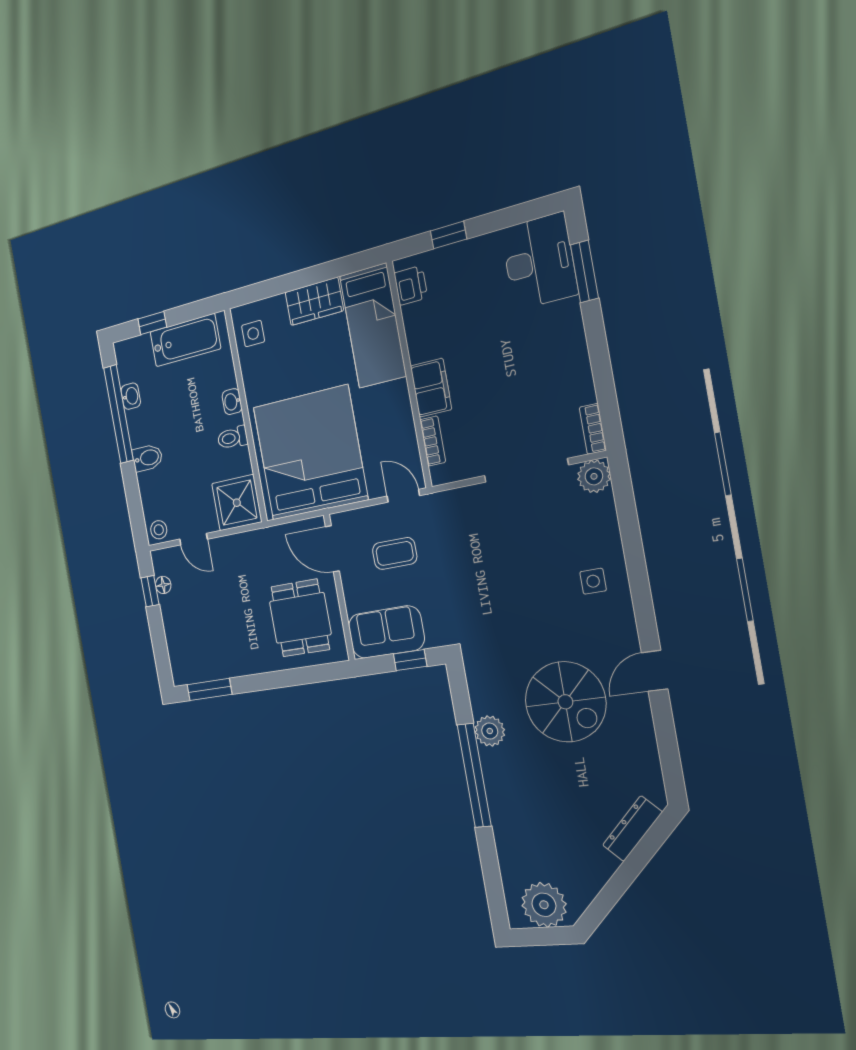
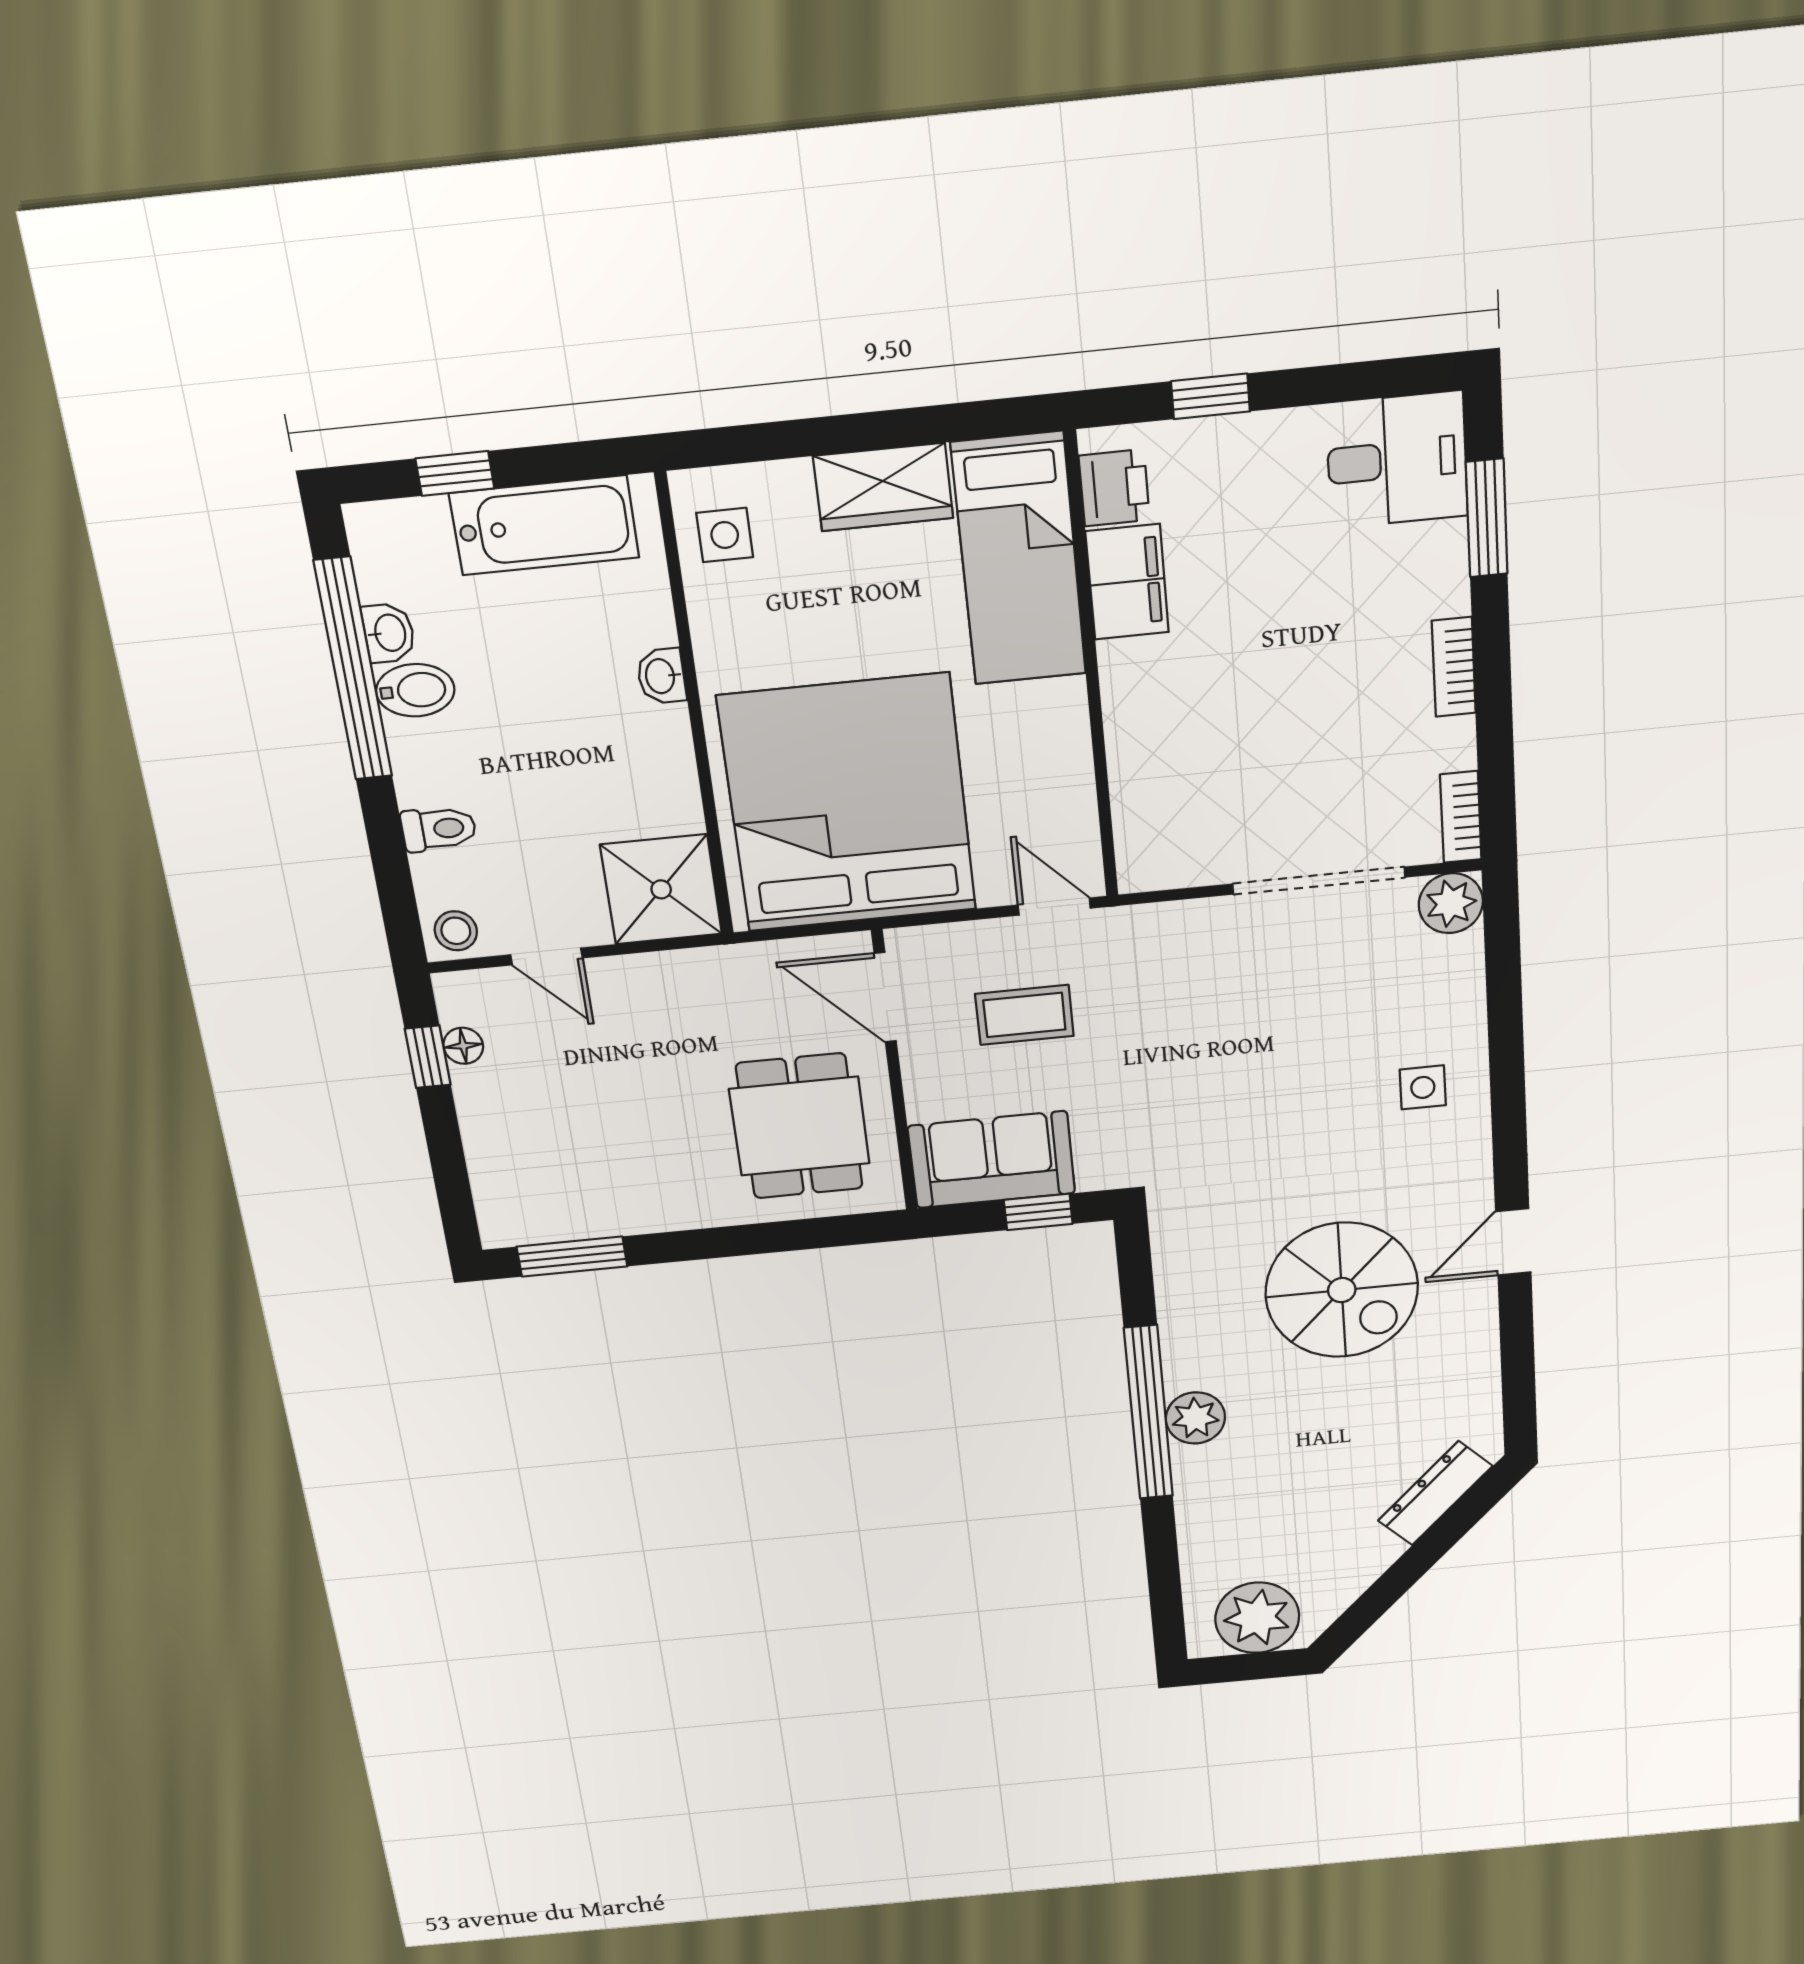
desk: (539, 261) -> (1397, 460), width x0.73
filing cabinet: (431, 388) -> (1127, 582), moved
toilet: (233, 438) -> (439, 829), moved, turned 180
bookcase: (433, 441) -> (1454, 667), moved, turned 180
bidet: (147, 458) -> (415, 690), moved
plant: (490, 731) -> (1195, 1418), moved

